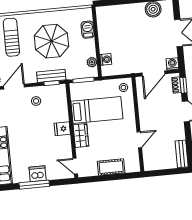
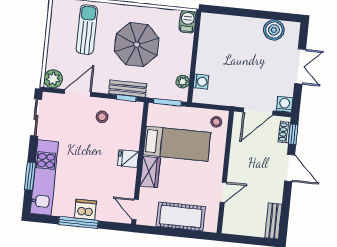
barbecue: (88, 30) -> (187, 22), moved
cot: (111, 167) -> (181, 217), width x1.37, depth x1.34

